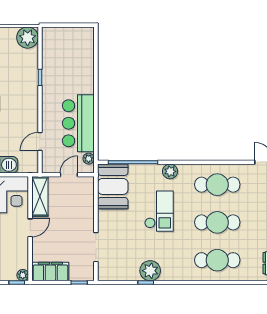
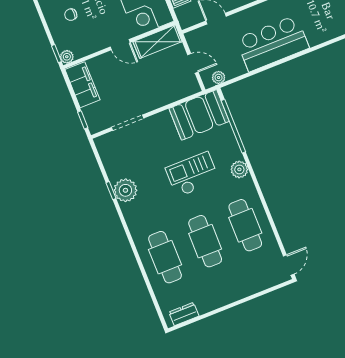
bar counter: (78, 123) -> (273, 43), moved
checkout: (159, 211) -> (192, 175), turned 180

